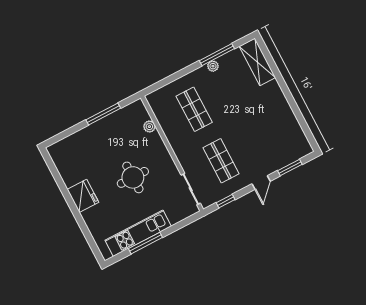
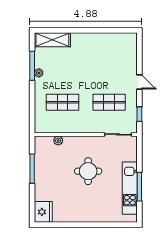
window: (290, 167) -> (139, 56), removed
fridge: (83, 196) -> (43, 212), moved, turned 90

